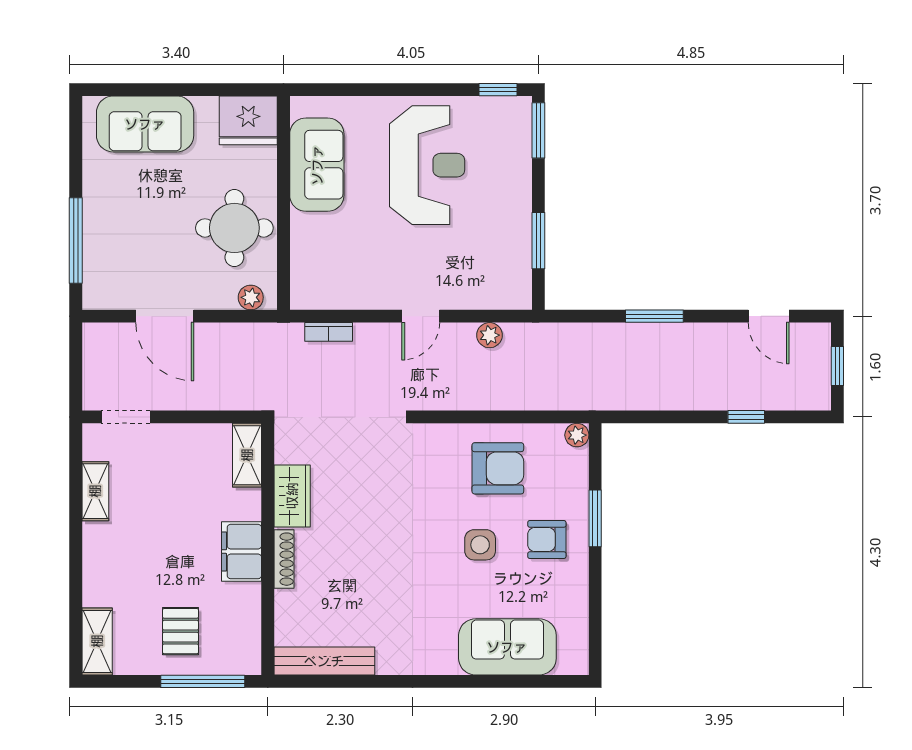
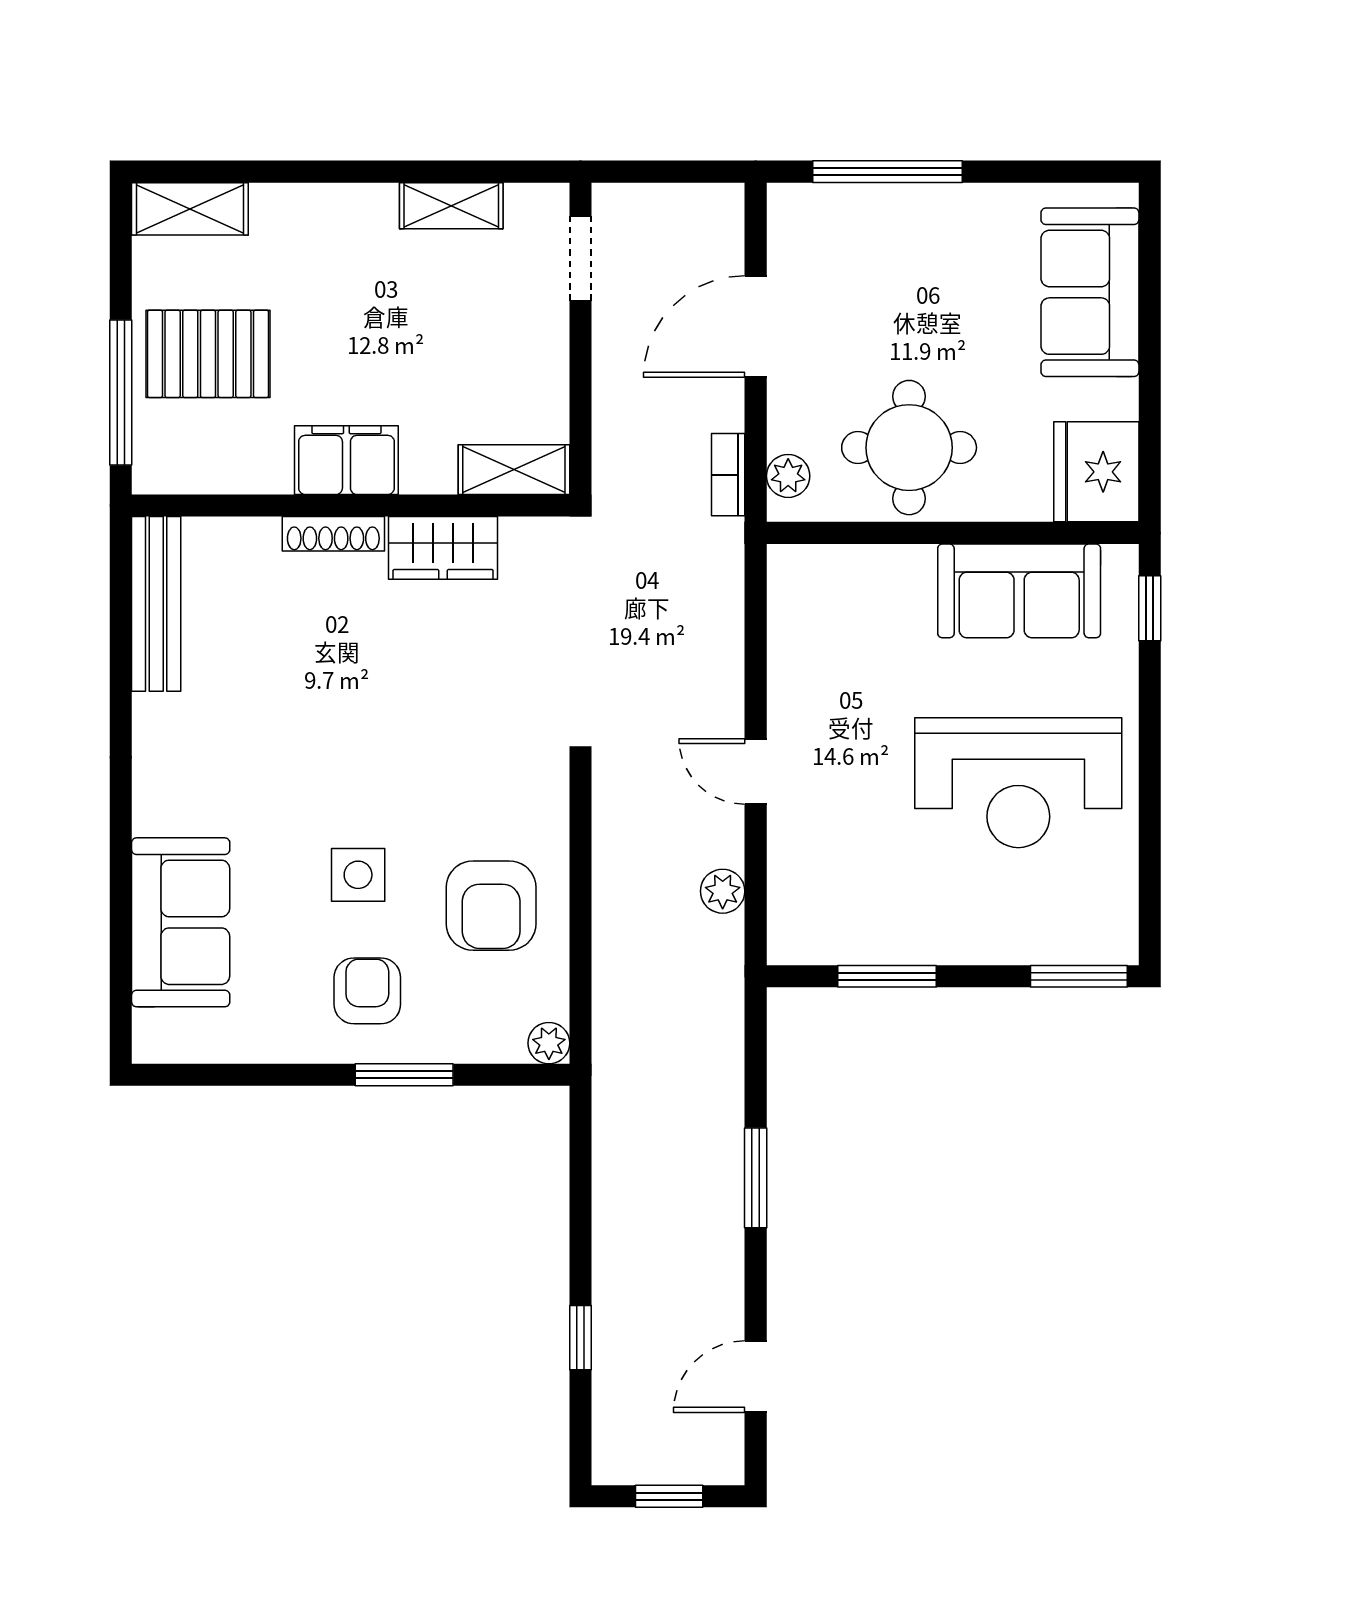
window: (498, 90) -> (1150, 608), moved
bookcase: (329, 332) -> (728, 475), moved
pallet: (181, 631) -> (208, 354), width x1.50, depth x1.42

